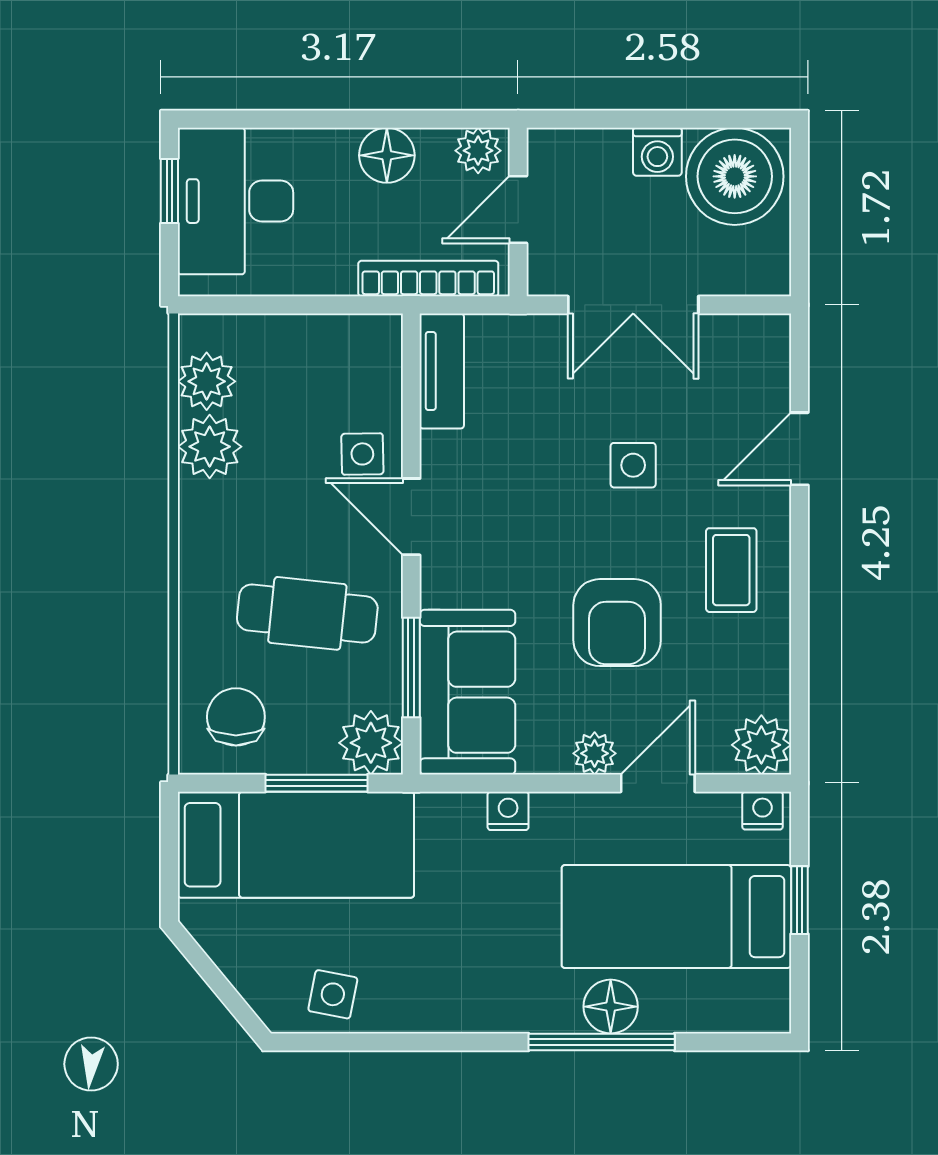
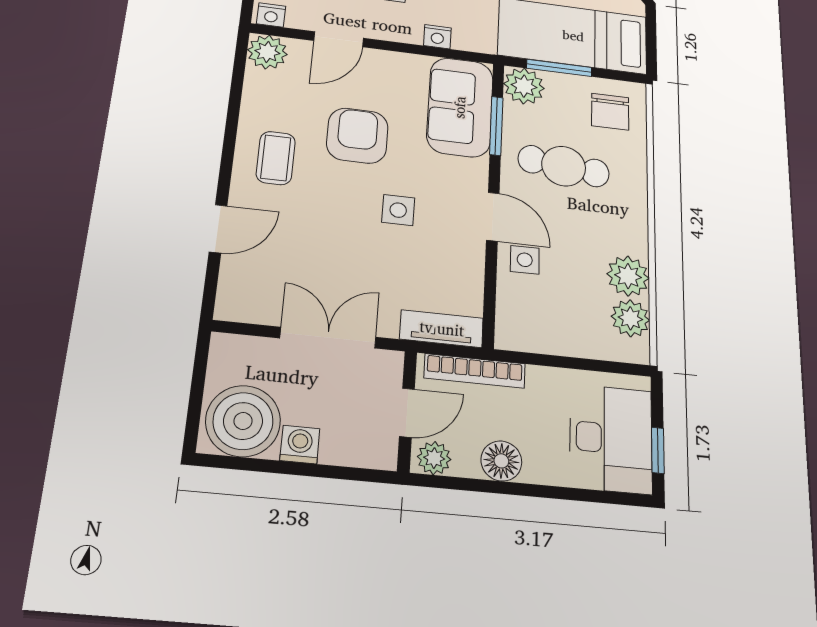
tv unit: (442, 371) -> (442, 329), moved, turned 90
side table: (633, 465) -> (398, 210), moved
plant: (595, 753) -> (379, 61), removed

